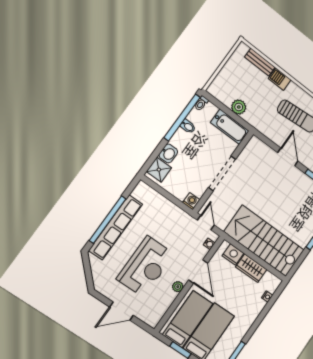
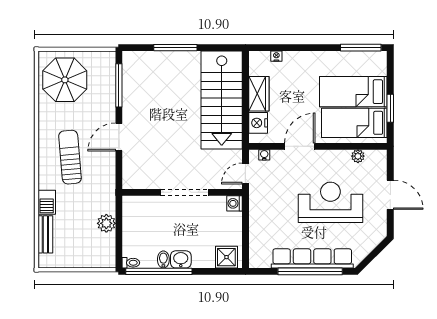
bathtub: (230, 127) -> (133, 218), removed
washbasin: (168, 153) -> (181, 259), moved
plant: (178, 287) -> (358, 156), moved

